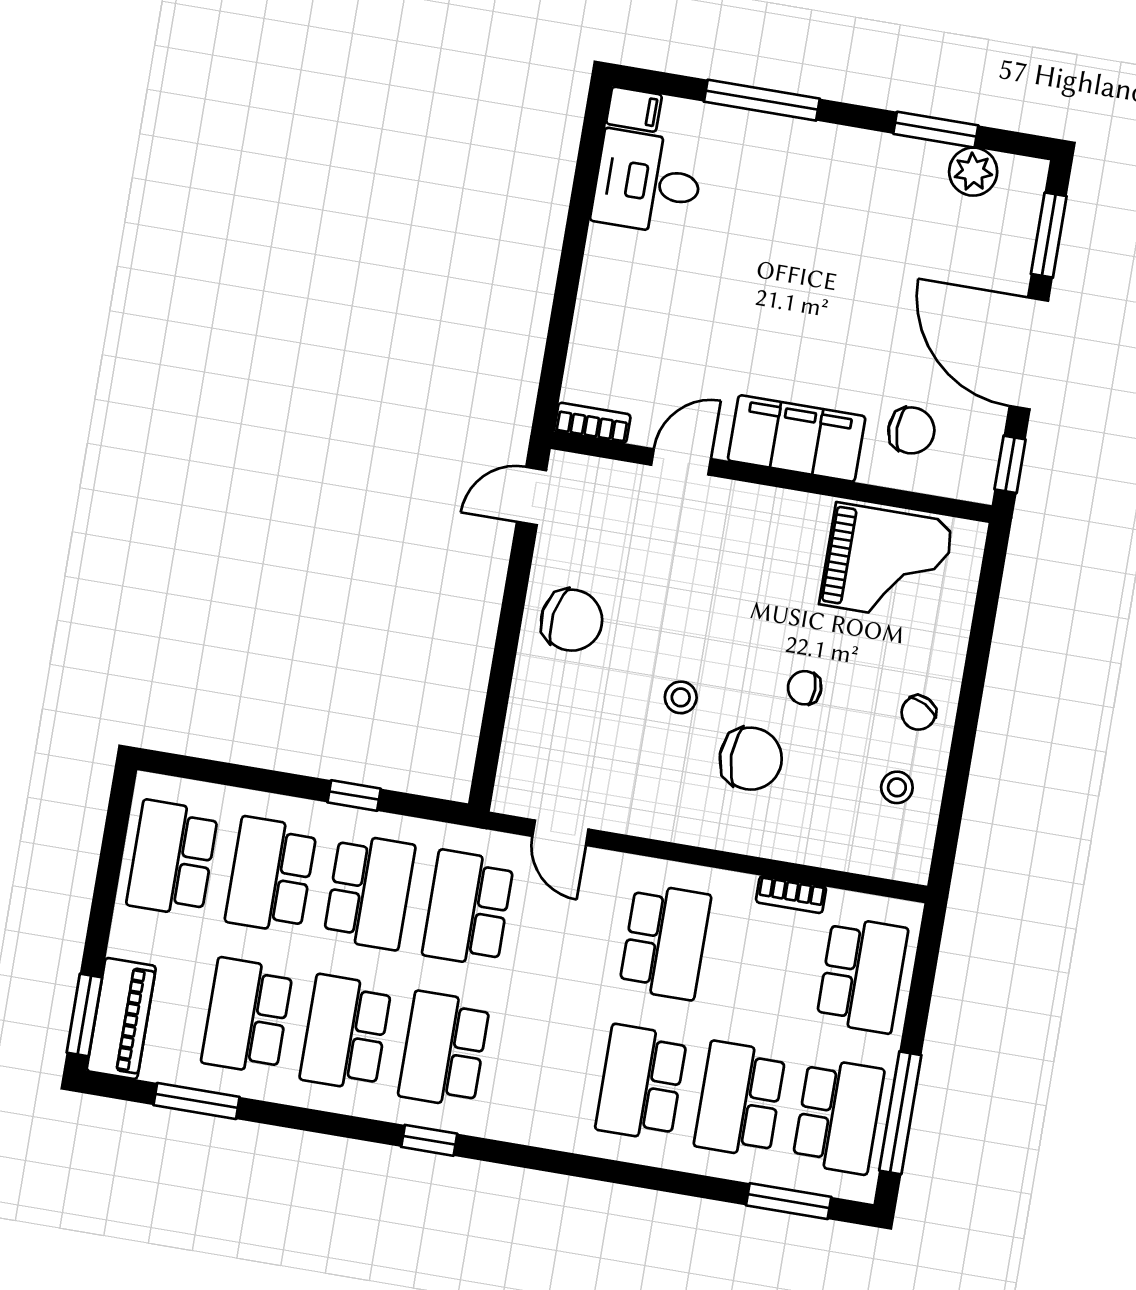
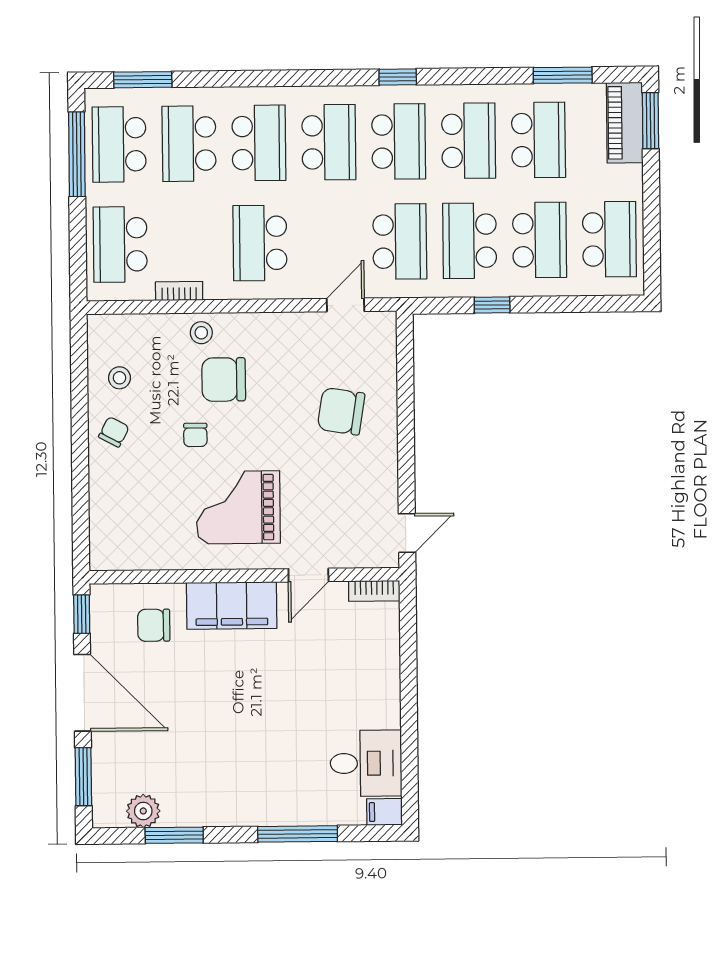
grand piano: (886, 563) -> (238, 507), moved
chair: (572, 620) -> (341, 411), moved
chair: (805, 688) -> (195, 435), turned 90
stool: (681, 697) -> (201, 333), moved
door: (560, 833) -> (345, 305), hinge flipped
school desk: (543, 1066) -> (329, 142), added
school desk: (740, 1099) -> (189, 144), turned 180

